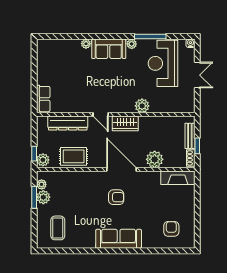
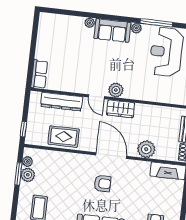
plant: (142, 106) -> (116, 90), moved
plant: (43, 160) -> (32, 137), removed

